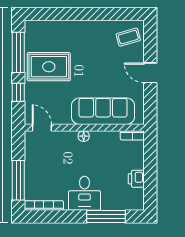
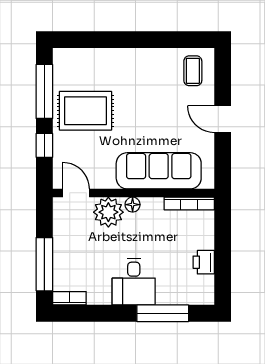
coffee table: (128, 37) -> (193, 71), turned -74
bookcase: (132, 135) -> (189, 204), width x1.56
plant: (66, 142) -> (108, 212), added
bookcase: (44, 205) -> (69, 298), width x0.64

